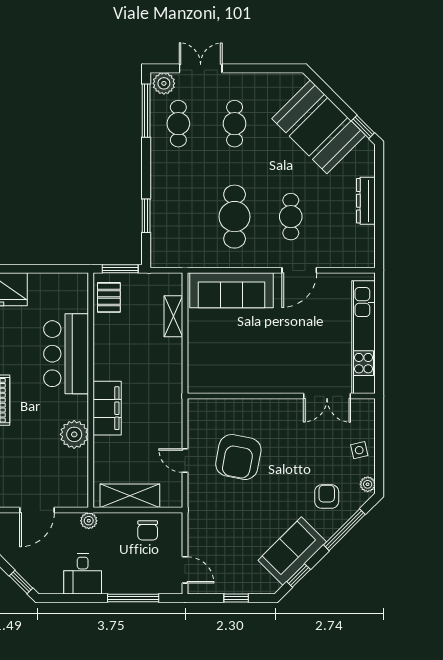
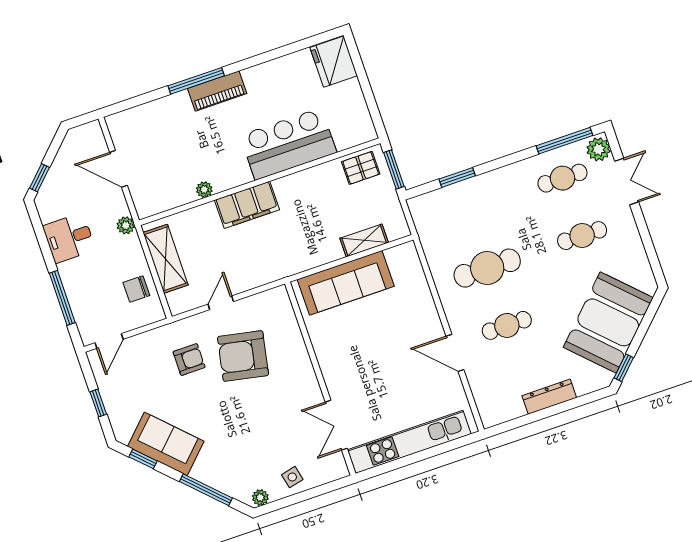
sofa: (231, 290) -> (346, 283), moved, turned -90
plant: (74, 434) -> (204, 190), width x0.53, depth x0.53
armchair: (327, 497) -> (189, 360), moved

